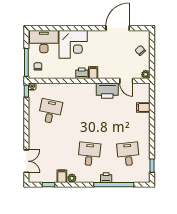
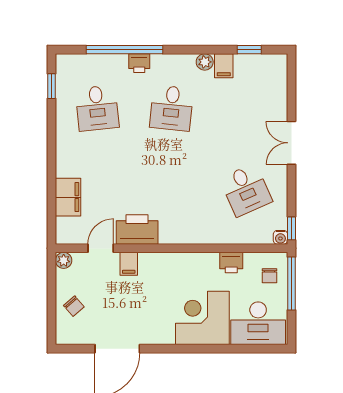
printer: (82, 73) -> (231, 263), moved
filing cabinet: (93, 73) -> (129, 264), moved
door: (126, 81) -> (101, 248), hinge flipped
filing cabinet: (143, 108) -> (68, 197), width x2.00
desk: (50, 111) -> (246, 190), turned -36
double door: (26, 161) -> (291, 143), moved

